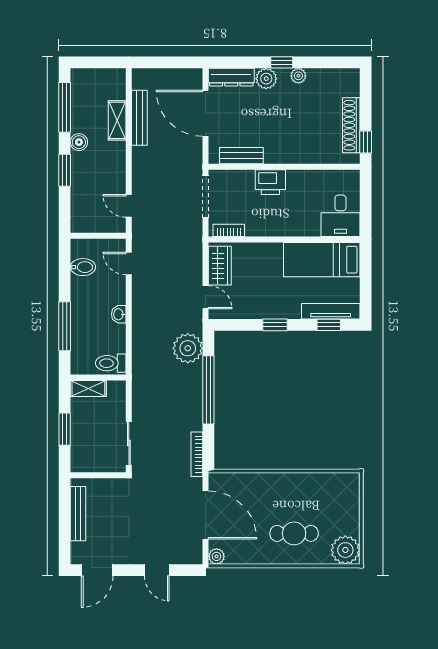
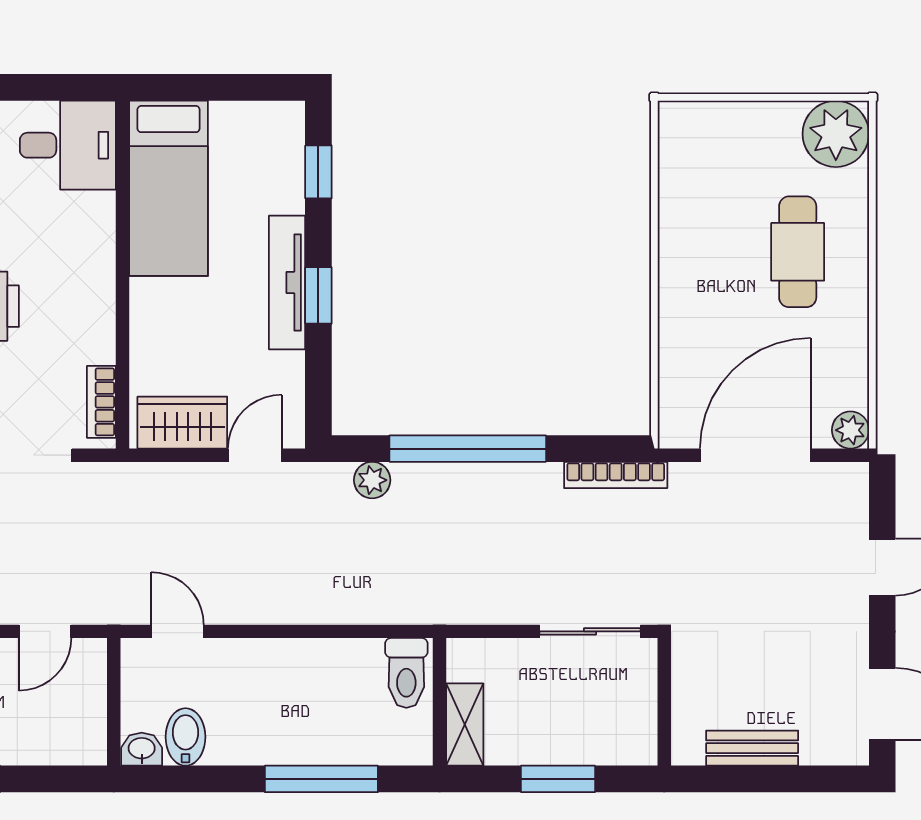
door: (129, 264) -> (177, 631), swing flipped
tv unit: (331, 311) -> (287, 282), moved
washbasin: (119, 314) -> (142, 749), moved, turned 180
plant: (188, 348) -> (372, 480), width x0.53, depth x0.53
bench: (78, 514) -> (752, 748), width x0.73

